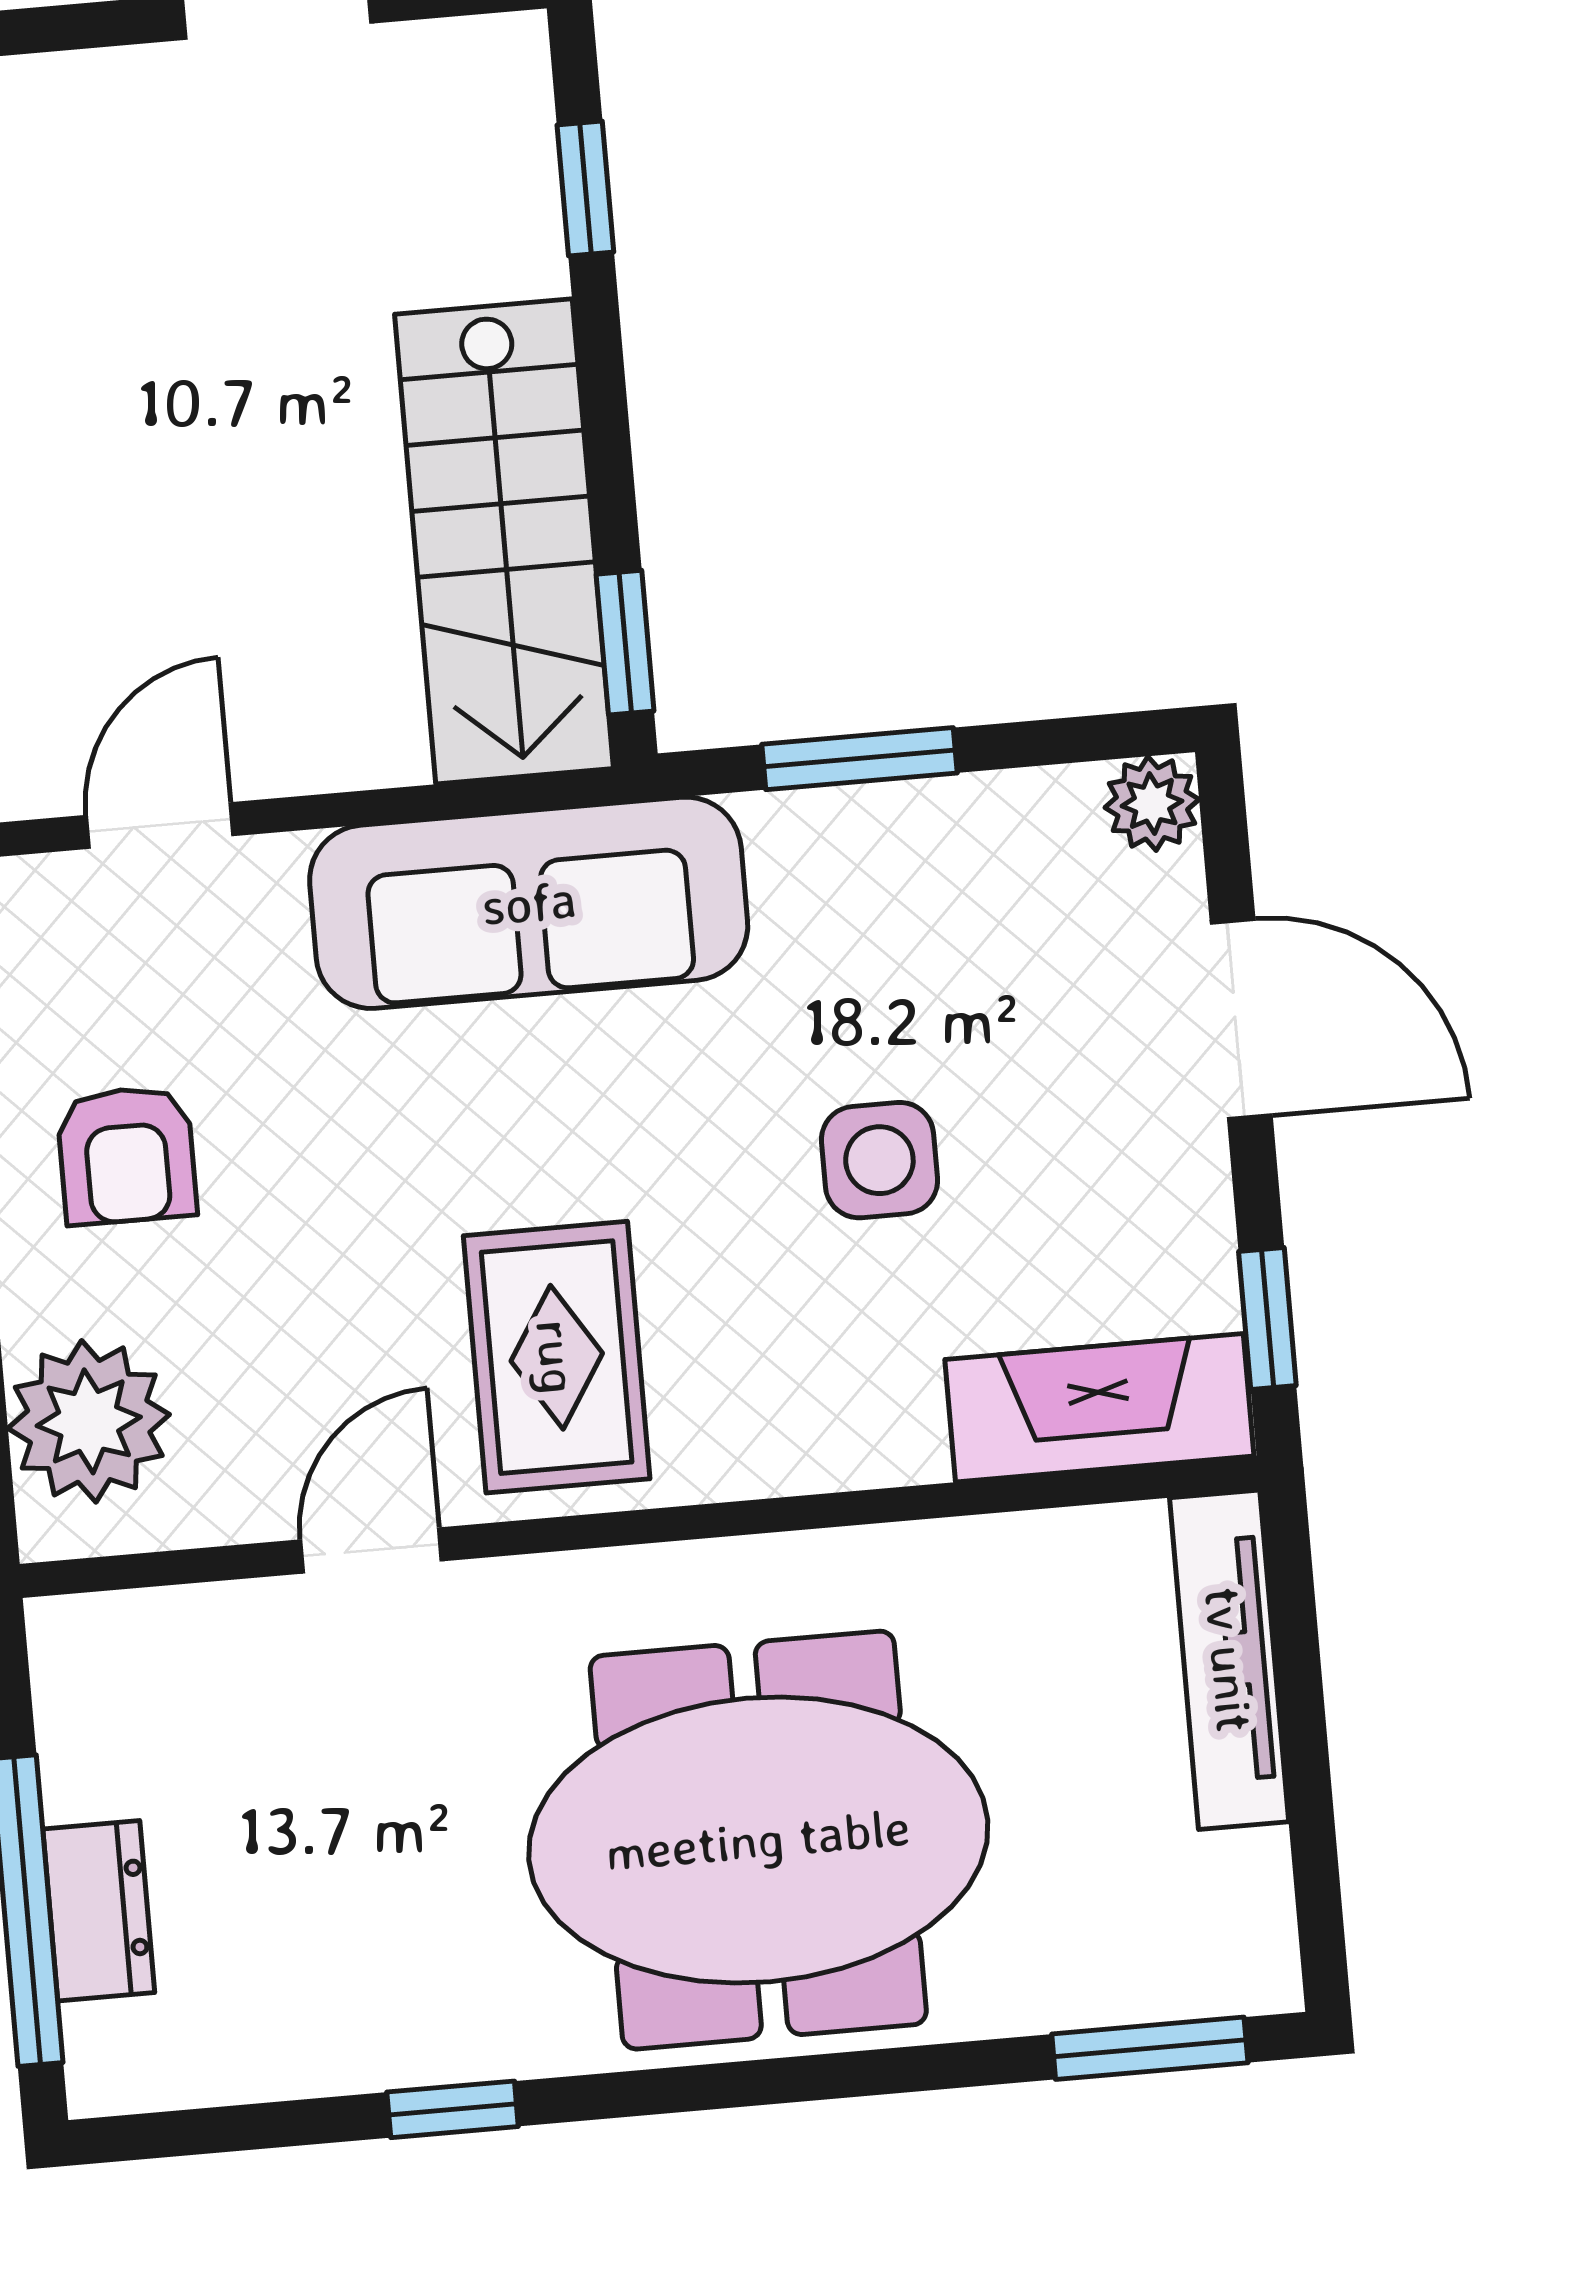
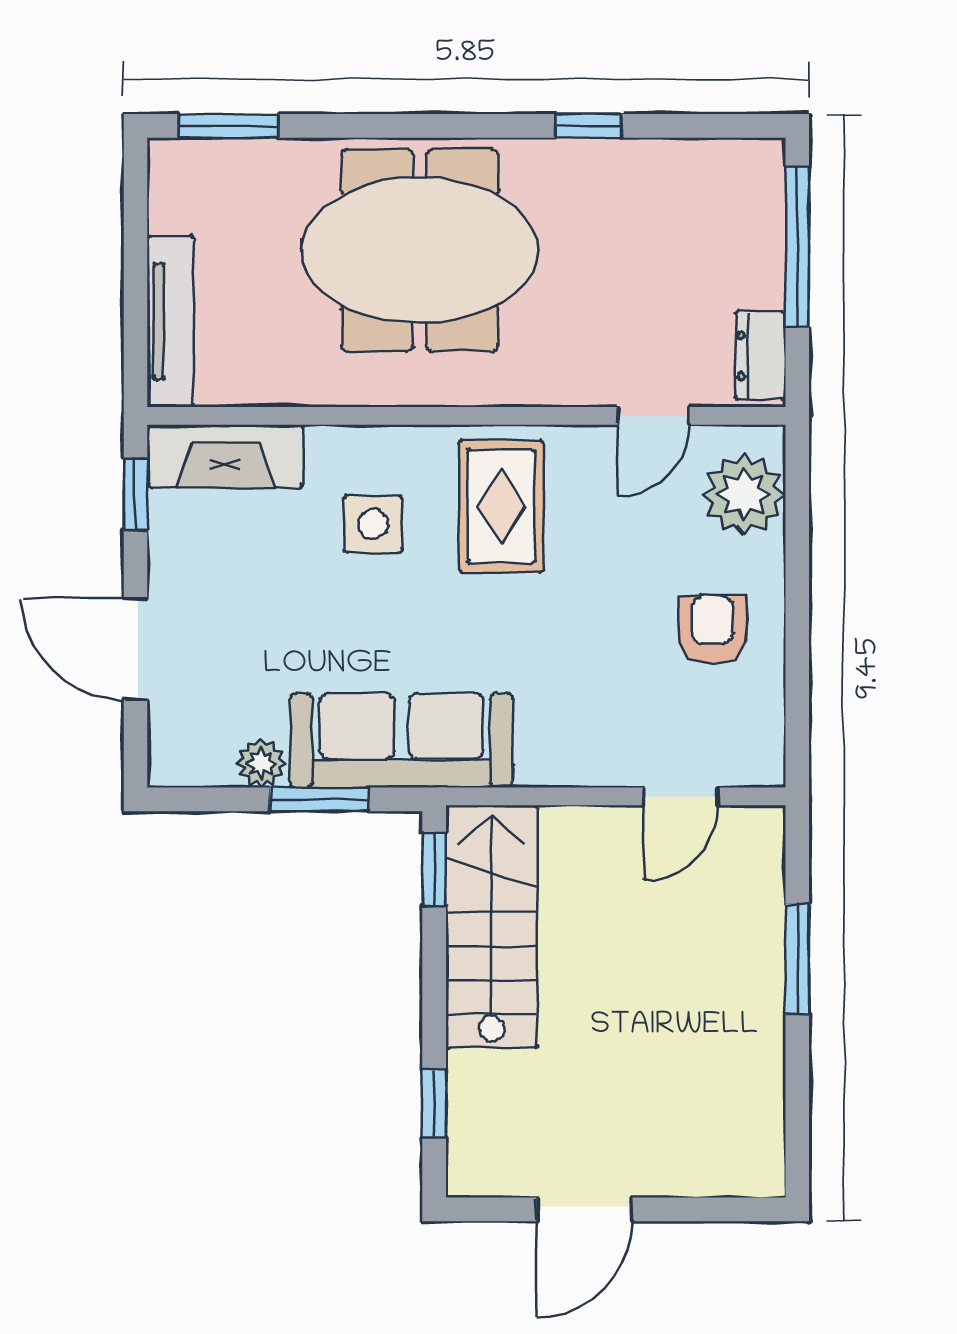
plant: (1152, 803) -> (261, 763), moved
sofa: (529, 903) -> (401, 740), moved
side table: (879, 1160) -> (373, 524), moved
door: (371, 1550) -> (653, 416), moved
dresser: (99, 1911) -> (761, 356), moved

